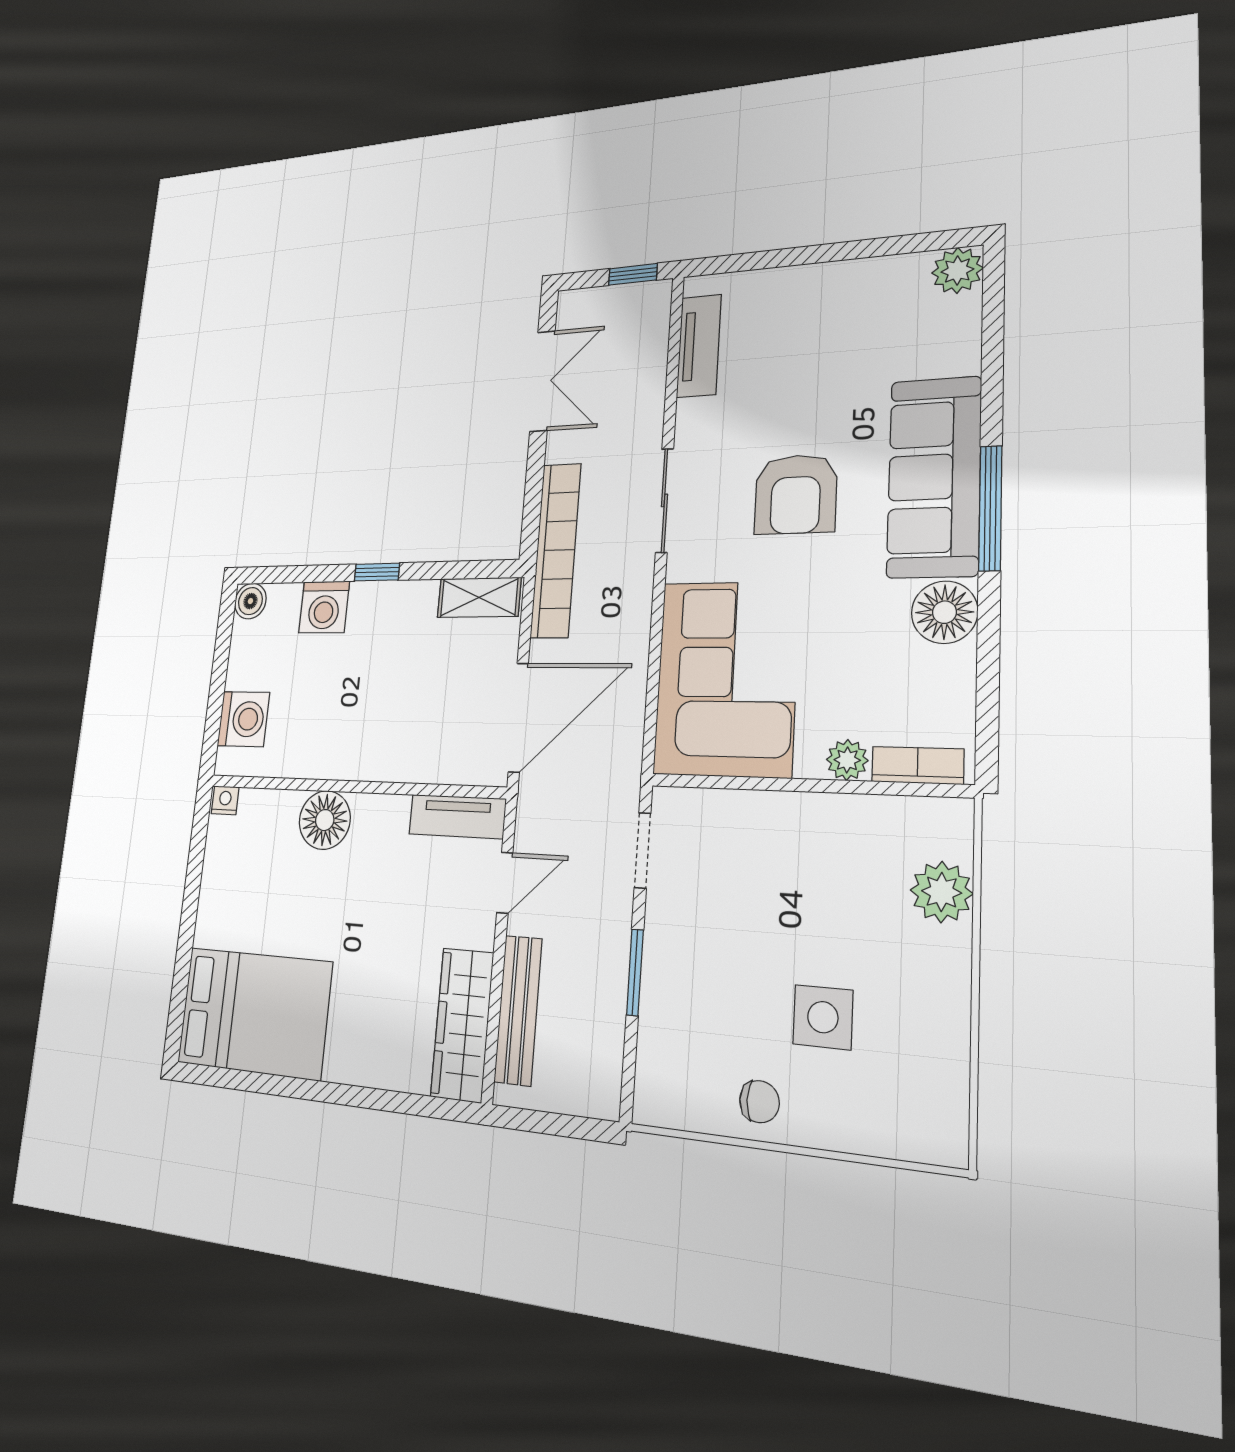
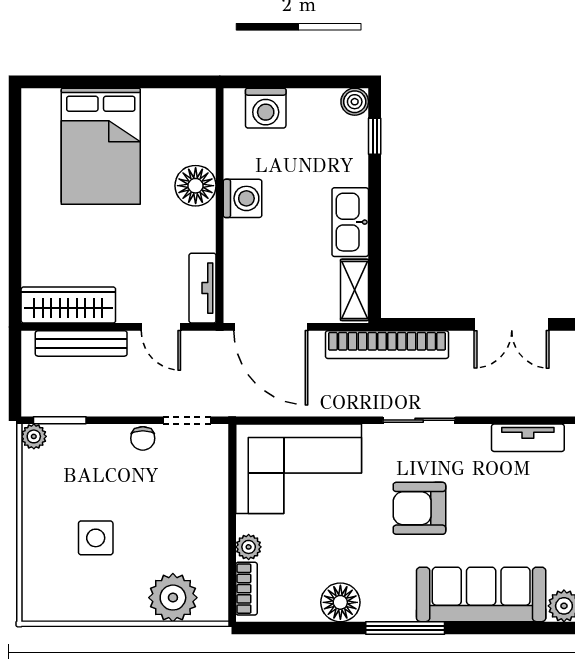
sofa: (934, 477) -> (481, 594), moved
window: (377, 572) -> (375, 136), moved
kitchen sink: (392, 605) -> (350, 222), added
washing machine: (324, 607) -> (243, 198), moved, turned 180
nightstand: (225, 800) -> (206, 101), removed
plant: (942, 892) -> (173, 598), width x1.36, depth x1.36
window: (635, 972) -> (60, 420), moved
bed: (254, 1013) -> (101, 146), moved
chair: (759, 1102) -> (143, 438), moved
plant: (652, 1105) -> (34, 436), added

